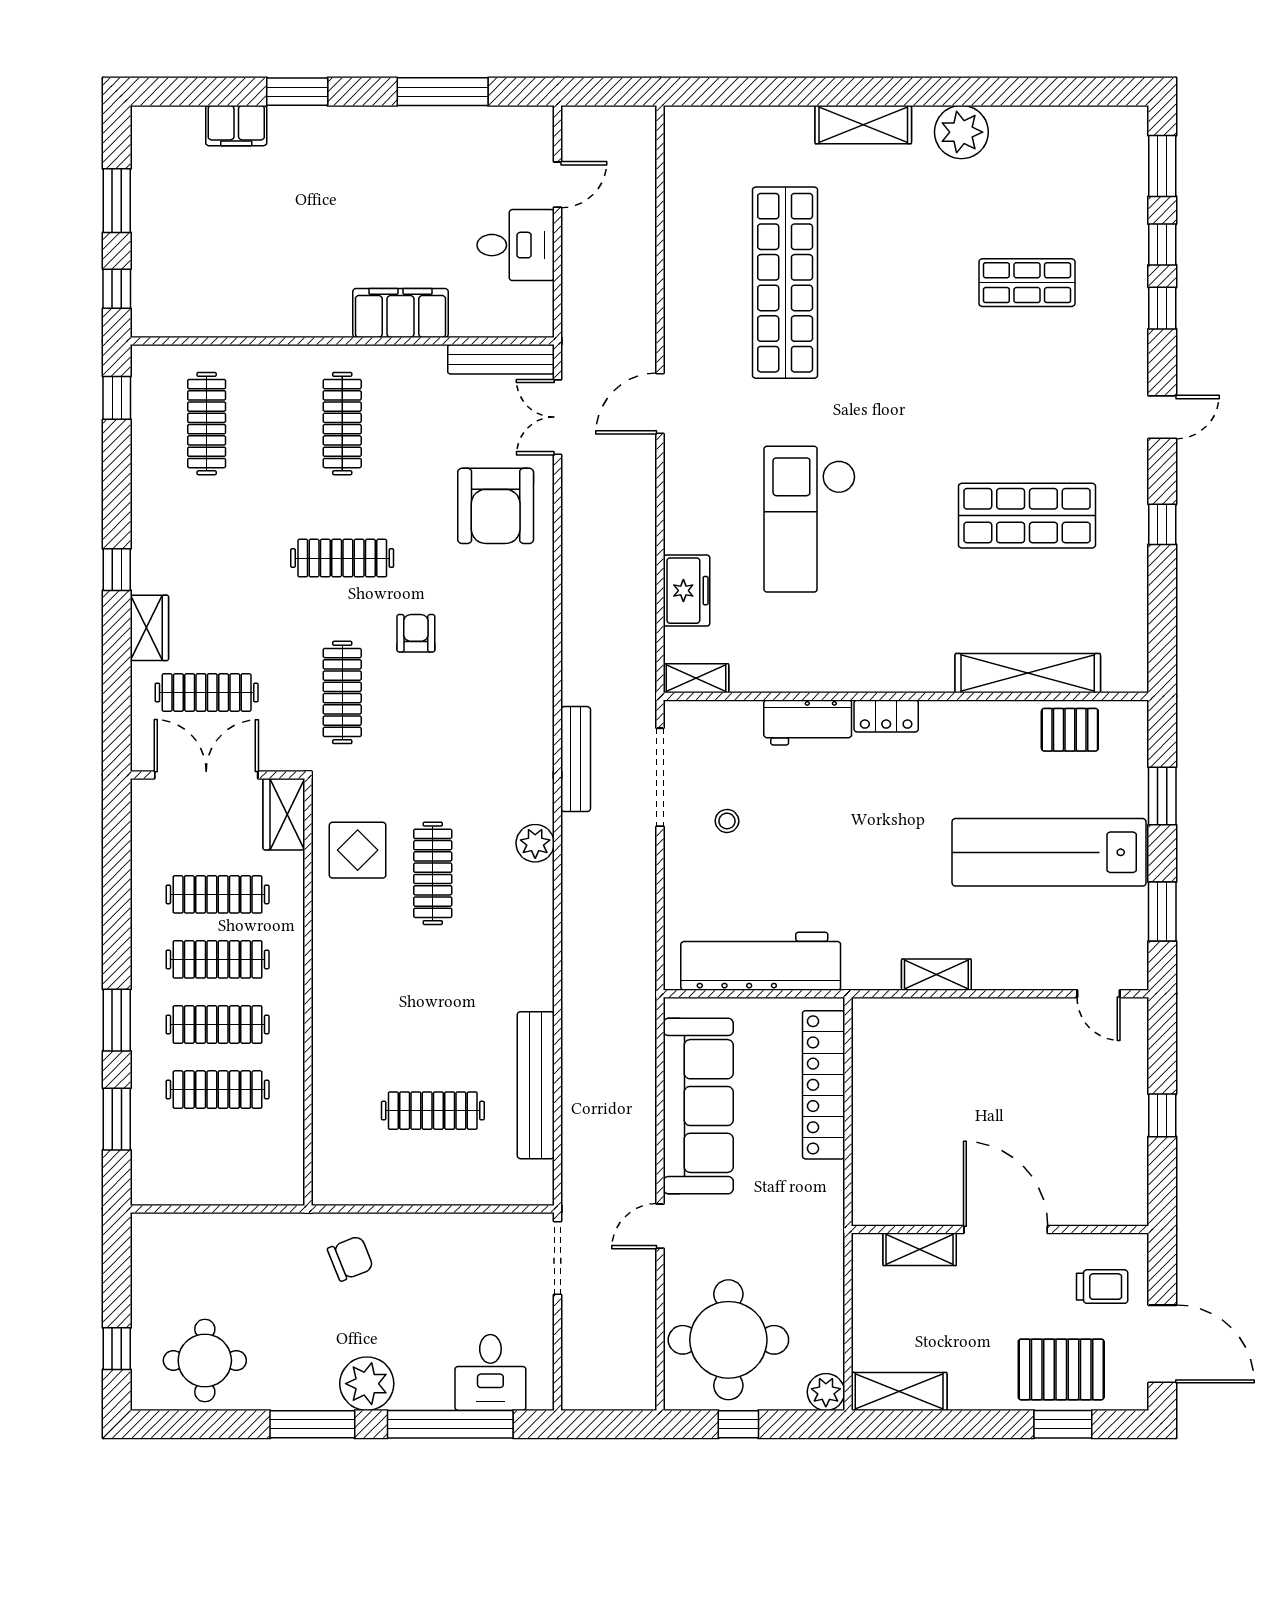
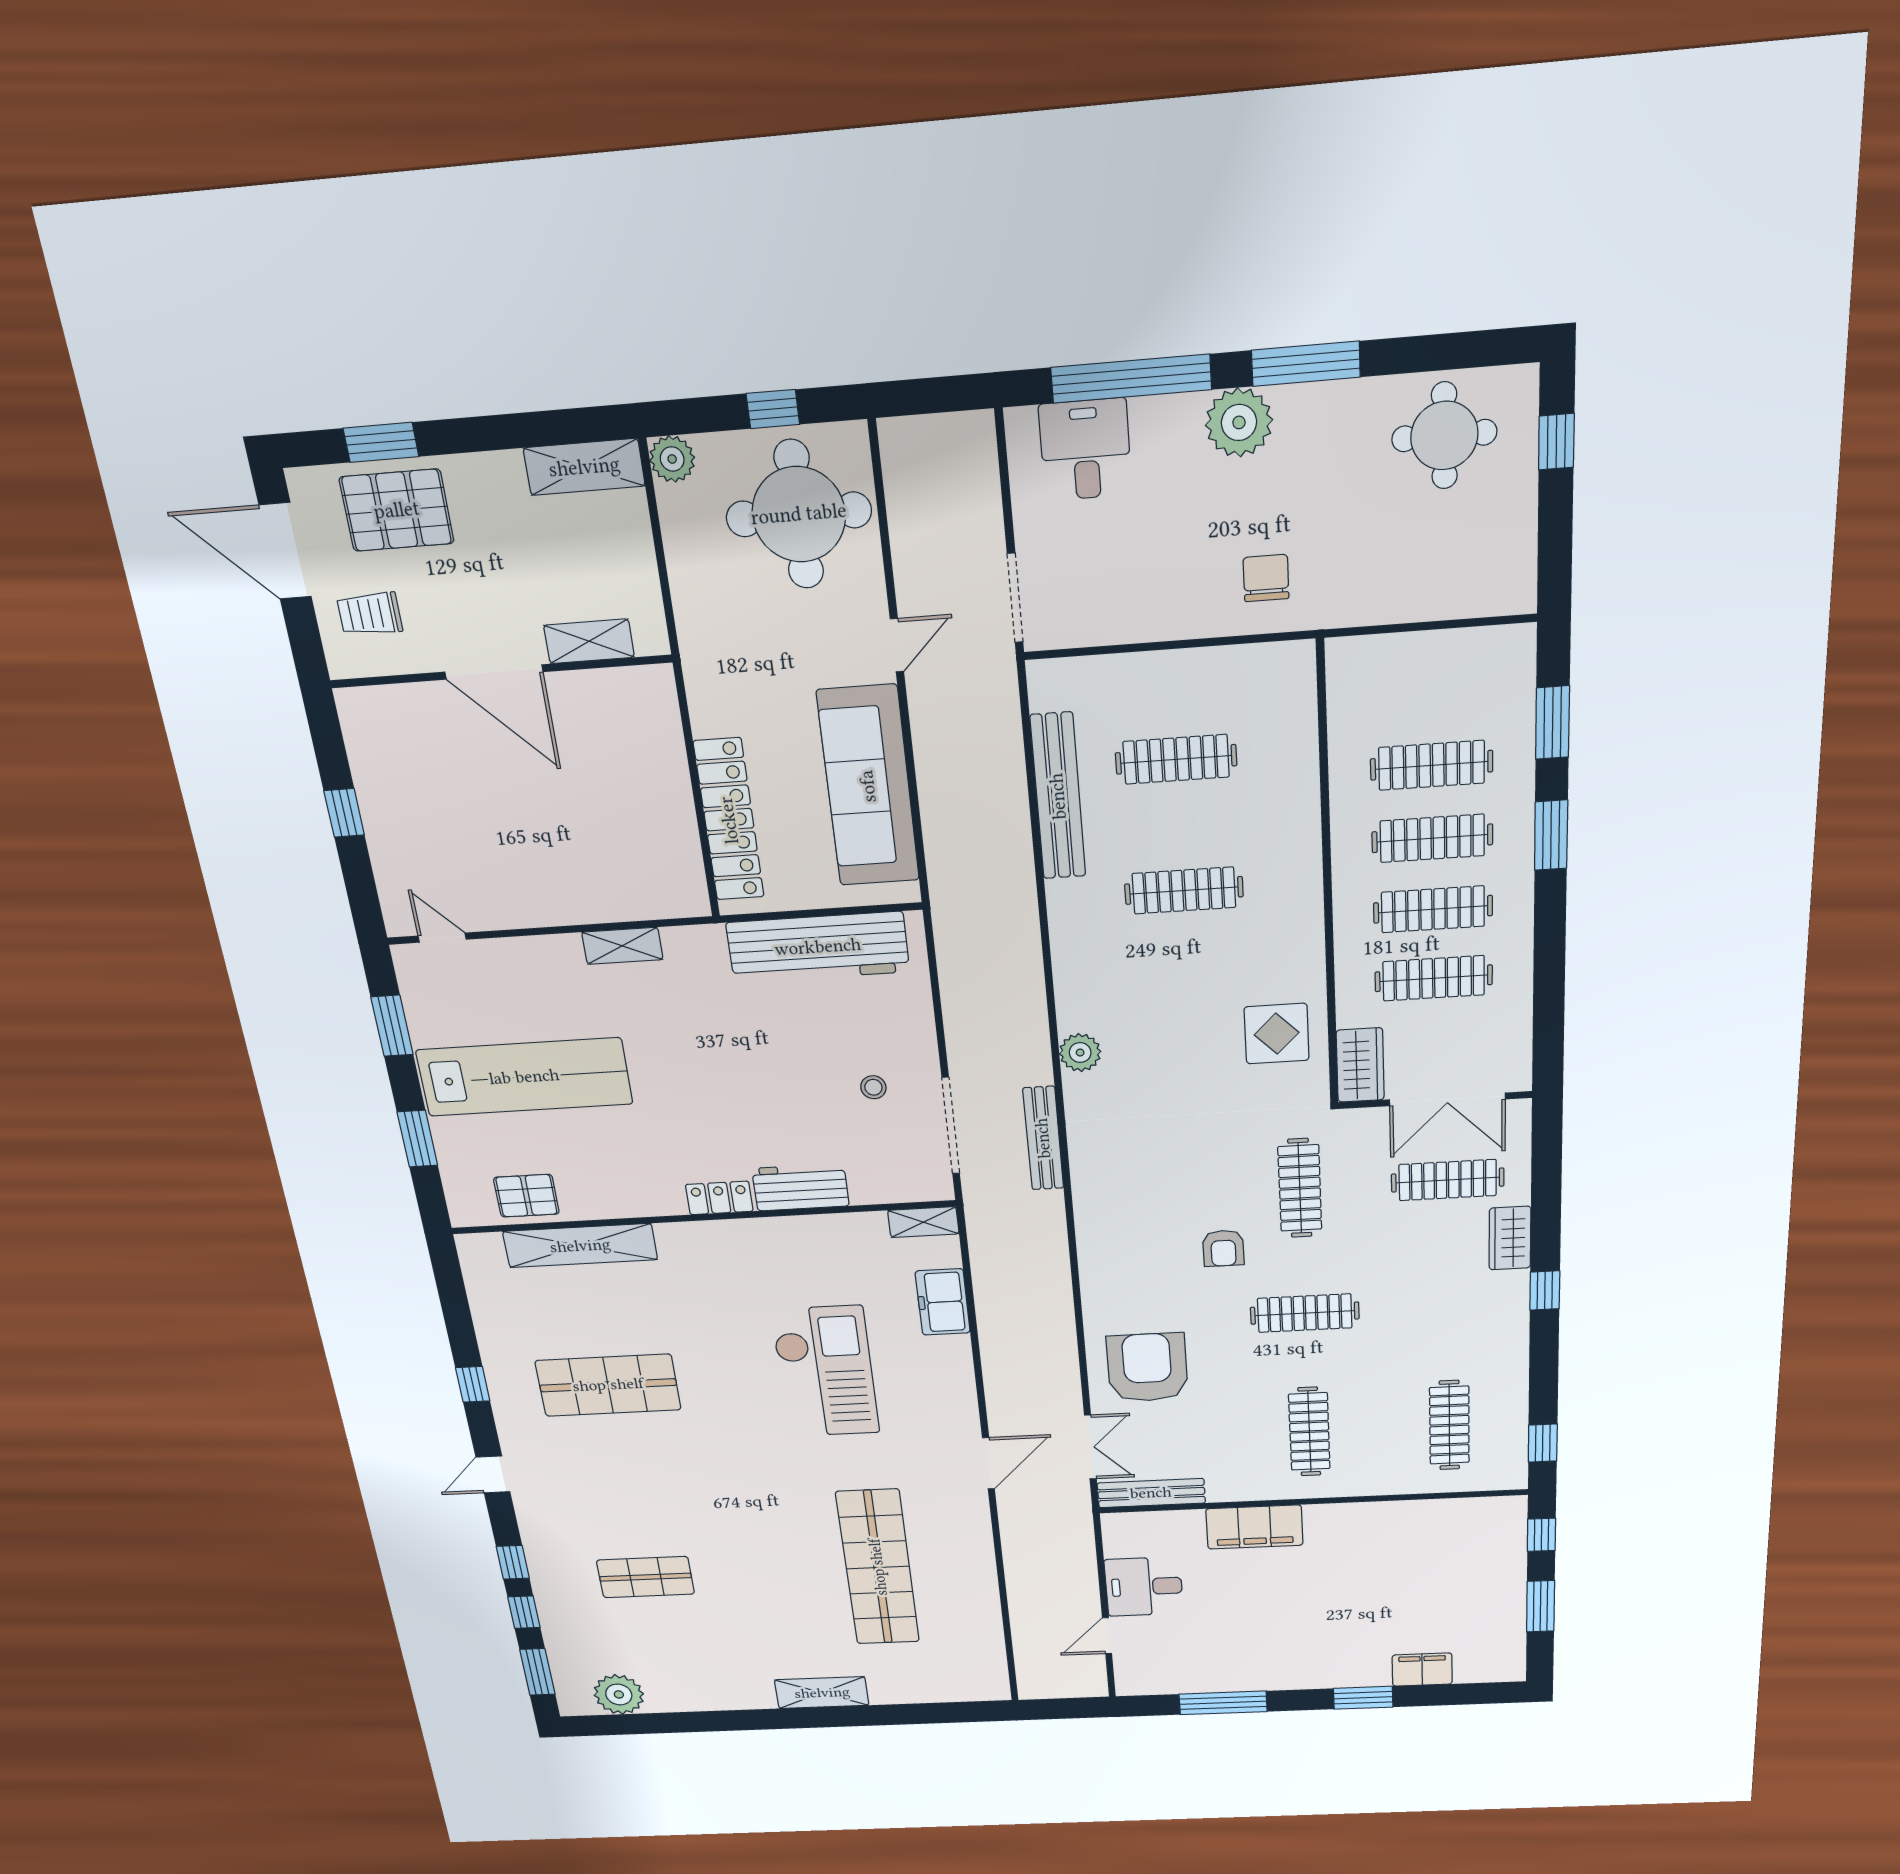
plant: (961, 132) -> (619, 1694), moved
clothes rail: (433, 873) -> (1184, 890), moved, turned 90
chair: (350, 1258) -> (1266, 578), turned 112

